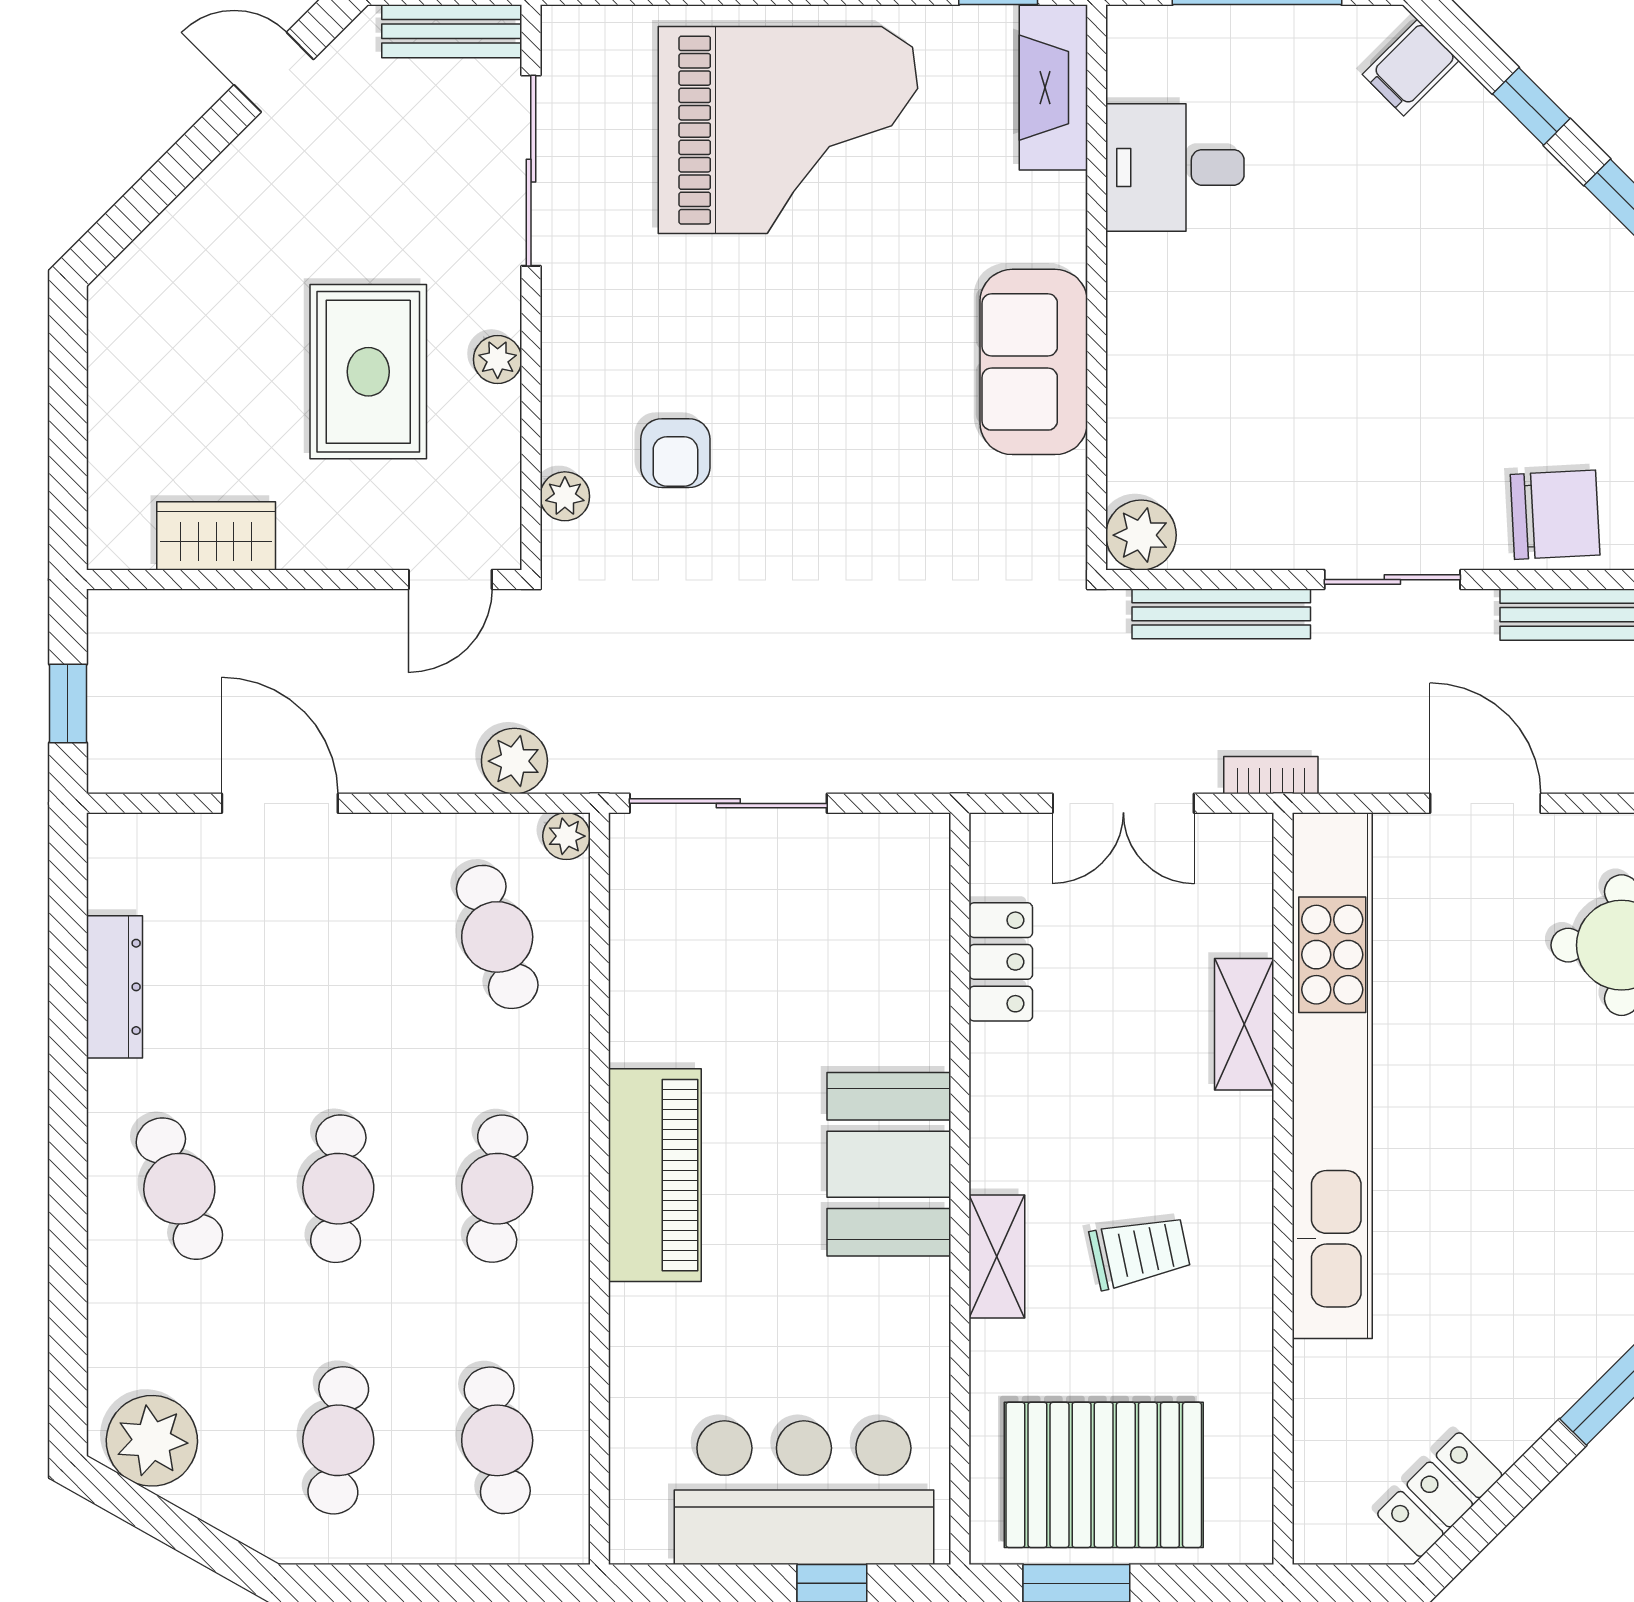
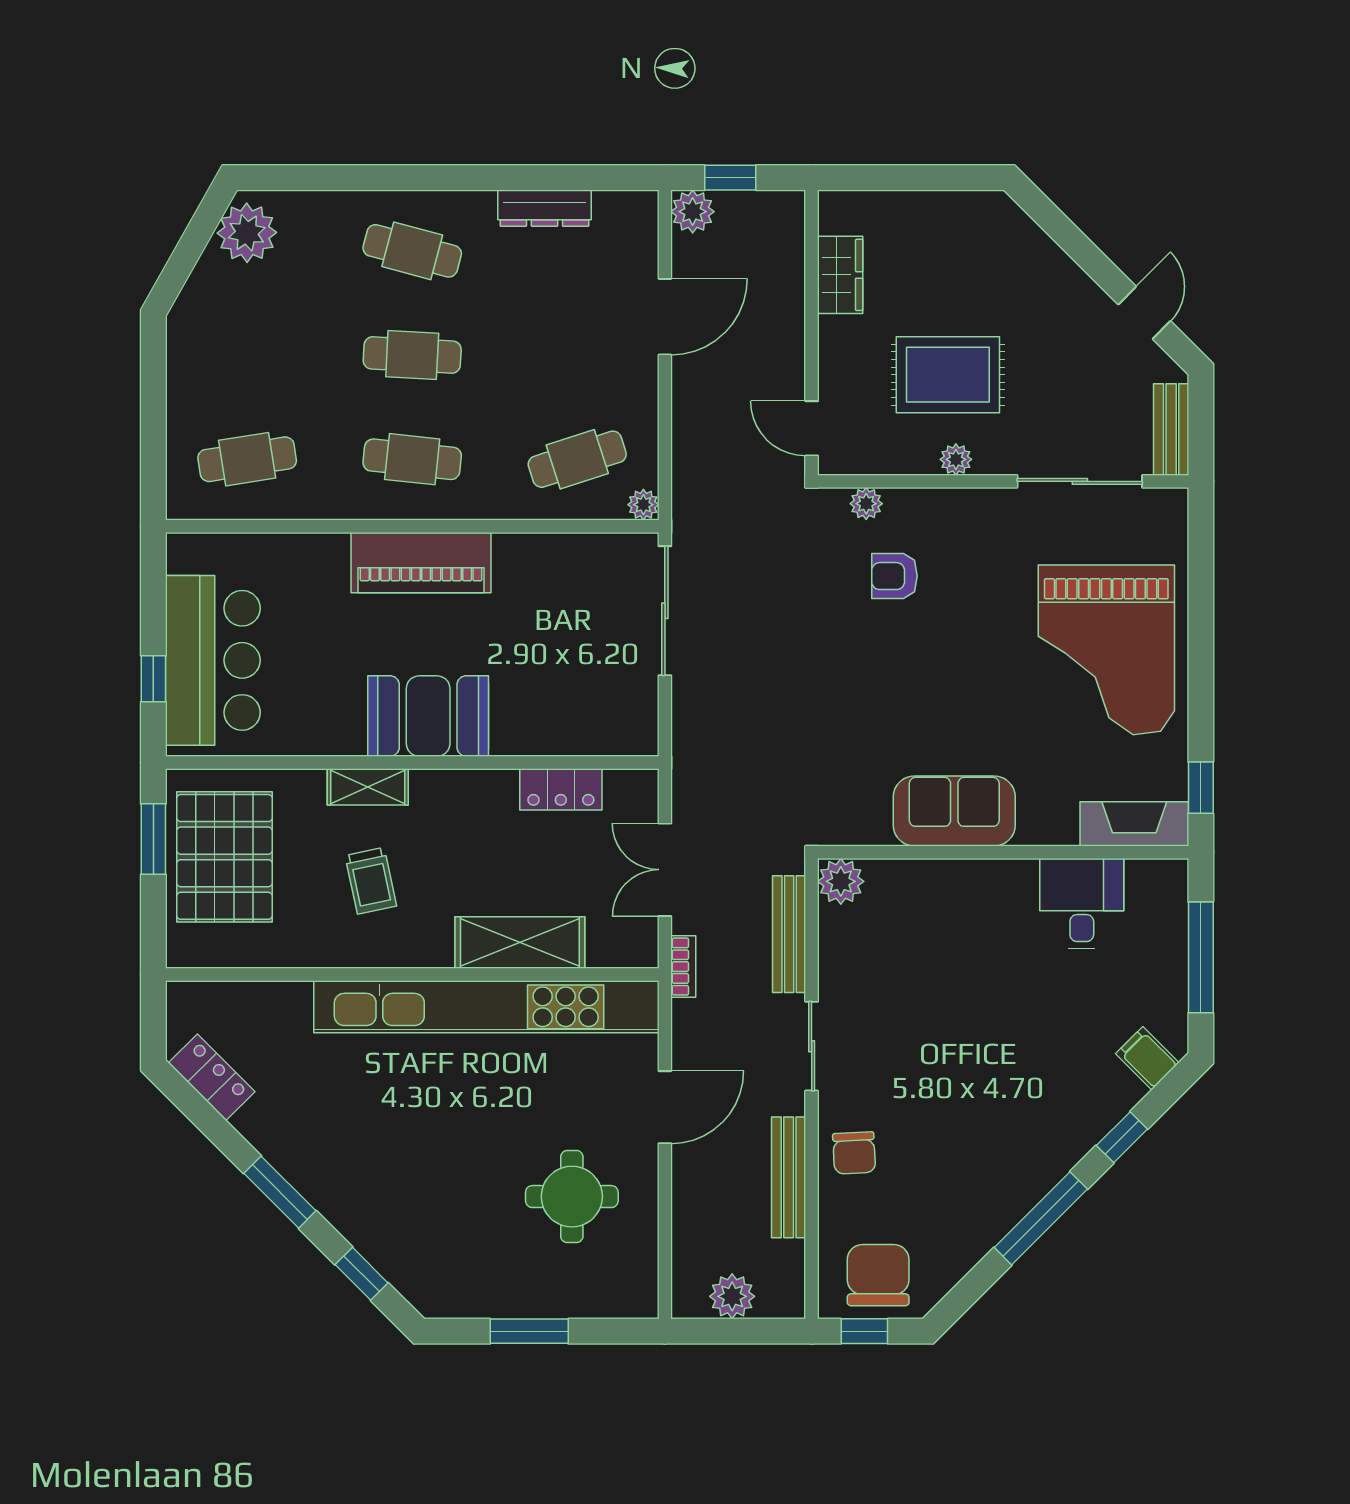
chair: (1555, 515) -> (854, 1153), width x0.73, depth x0.73
plant: (514, 761) -> (693, 212), moved
shelving: (1244, 1024) -> (520, 943), width x1.50, depth x1.33
cafe table: (179, 1189) -> (412, 251), turned 36
cafe table: (338, 1440) -> (247, 355), removed

